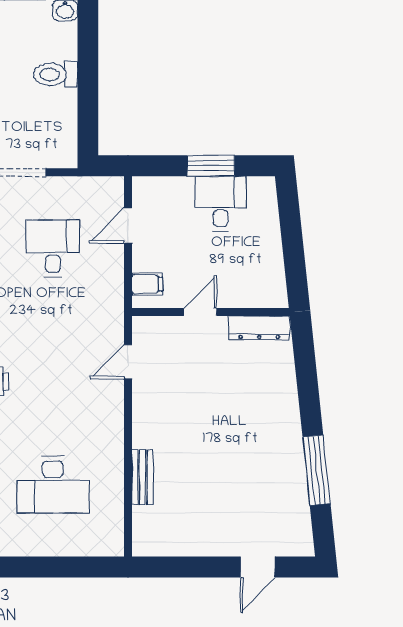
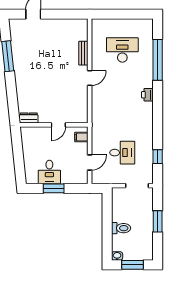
desk: (53, 248) -> (122, 153), turned -90
dresser: (259, 328) -> (29, 118), width x0.70
door: (128, 362) -> (90, 78), moved

